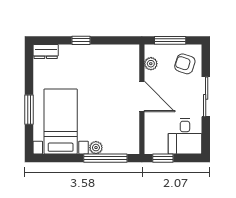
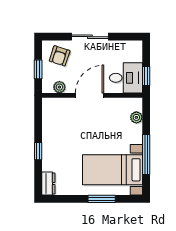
window: (170, 40) -> (38, 69), width x0.67
desk: (185, 136) -> (126, 78), moved
plant: (96, 148) -> (136, 117), moved
window: (105, 158) -> (146, 154), moved

